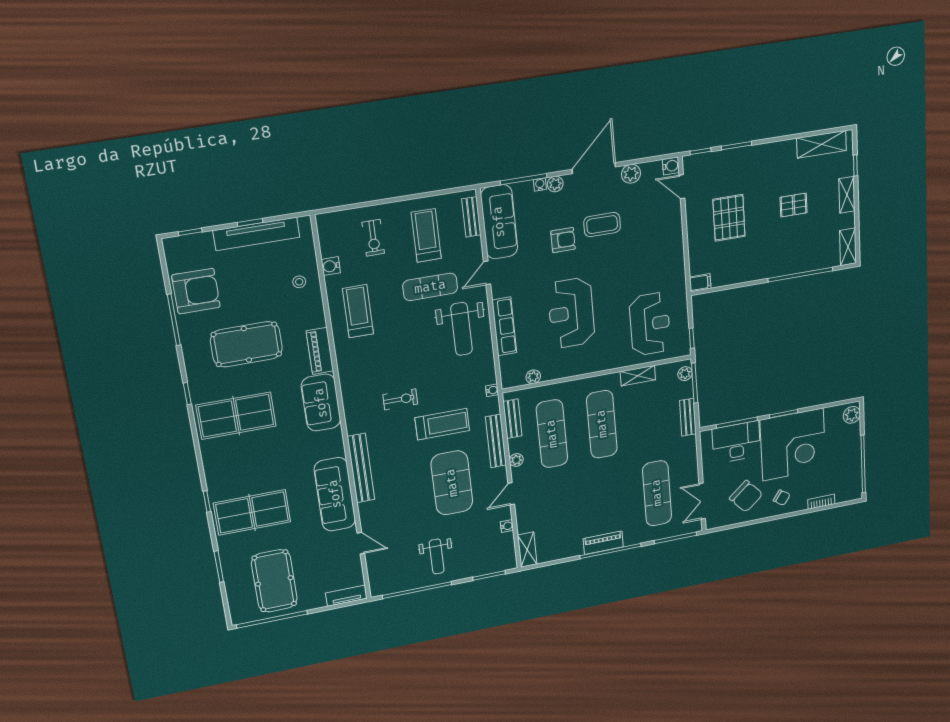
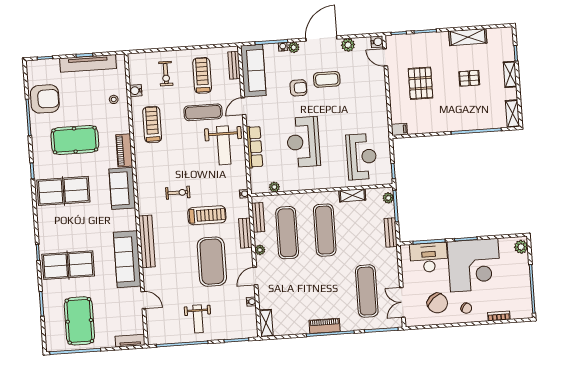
shelving: (821, 144) -> (468, 37), moved
bench: (496, 441) -> (245, 233), width x0.73

